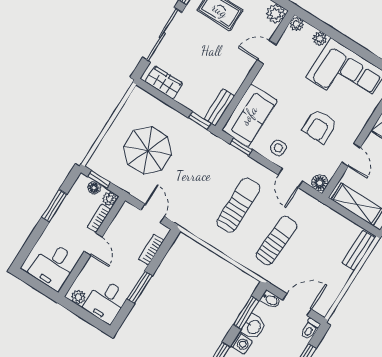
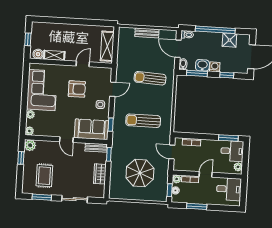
sliding door: (162, 35) -> (75, 199), width x0.73
door: (267, 52) -> (66, 140), moved
wardrobe: (164, 83) -> (100, 174), moved
floor lamp: (320, 183) -> (107, 72), removed
sun lounger: (238, 205) -> (143, 121), moved
door: (153, 213) -> (172, 152), hinge flipped
bench: (359, 250) -> (147, 33), moved
window: (140, 287) -> (228, 138), moved

